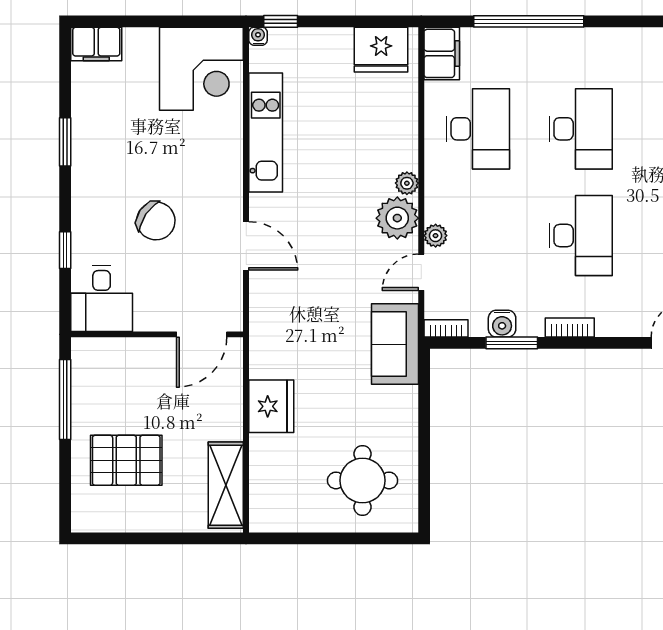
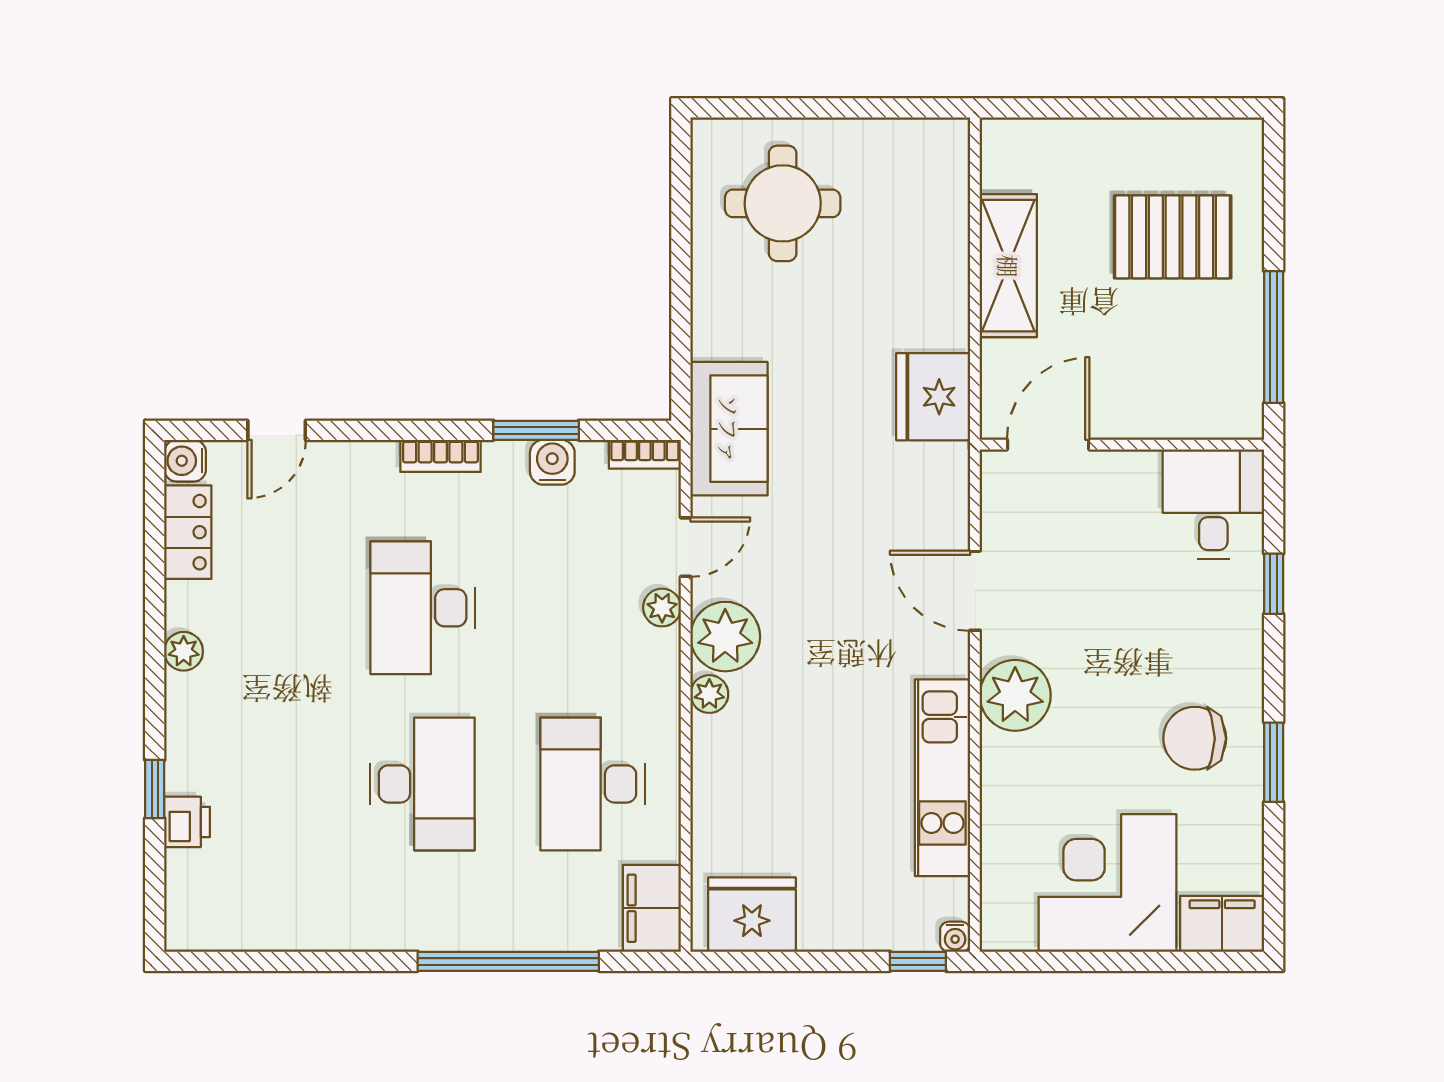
corner desk: (201, 69) -> (1107, 883), moved
desk: (581, 129) -> (423, 784), turned 180
plant: (222, 182) -> (1015, 695), added
chair: (156, 221) -> (1195, 738), moved, turned -34
fridge: (271, 406) -> (933, 397), moved
shelving: (226, 485) -> (1008, 266), moved

